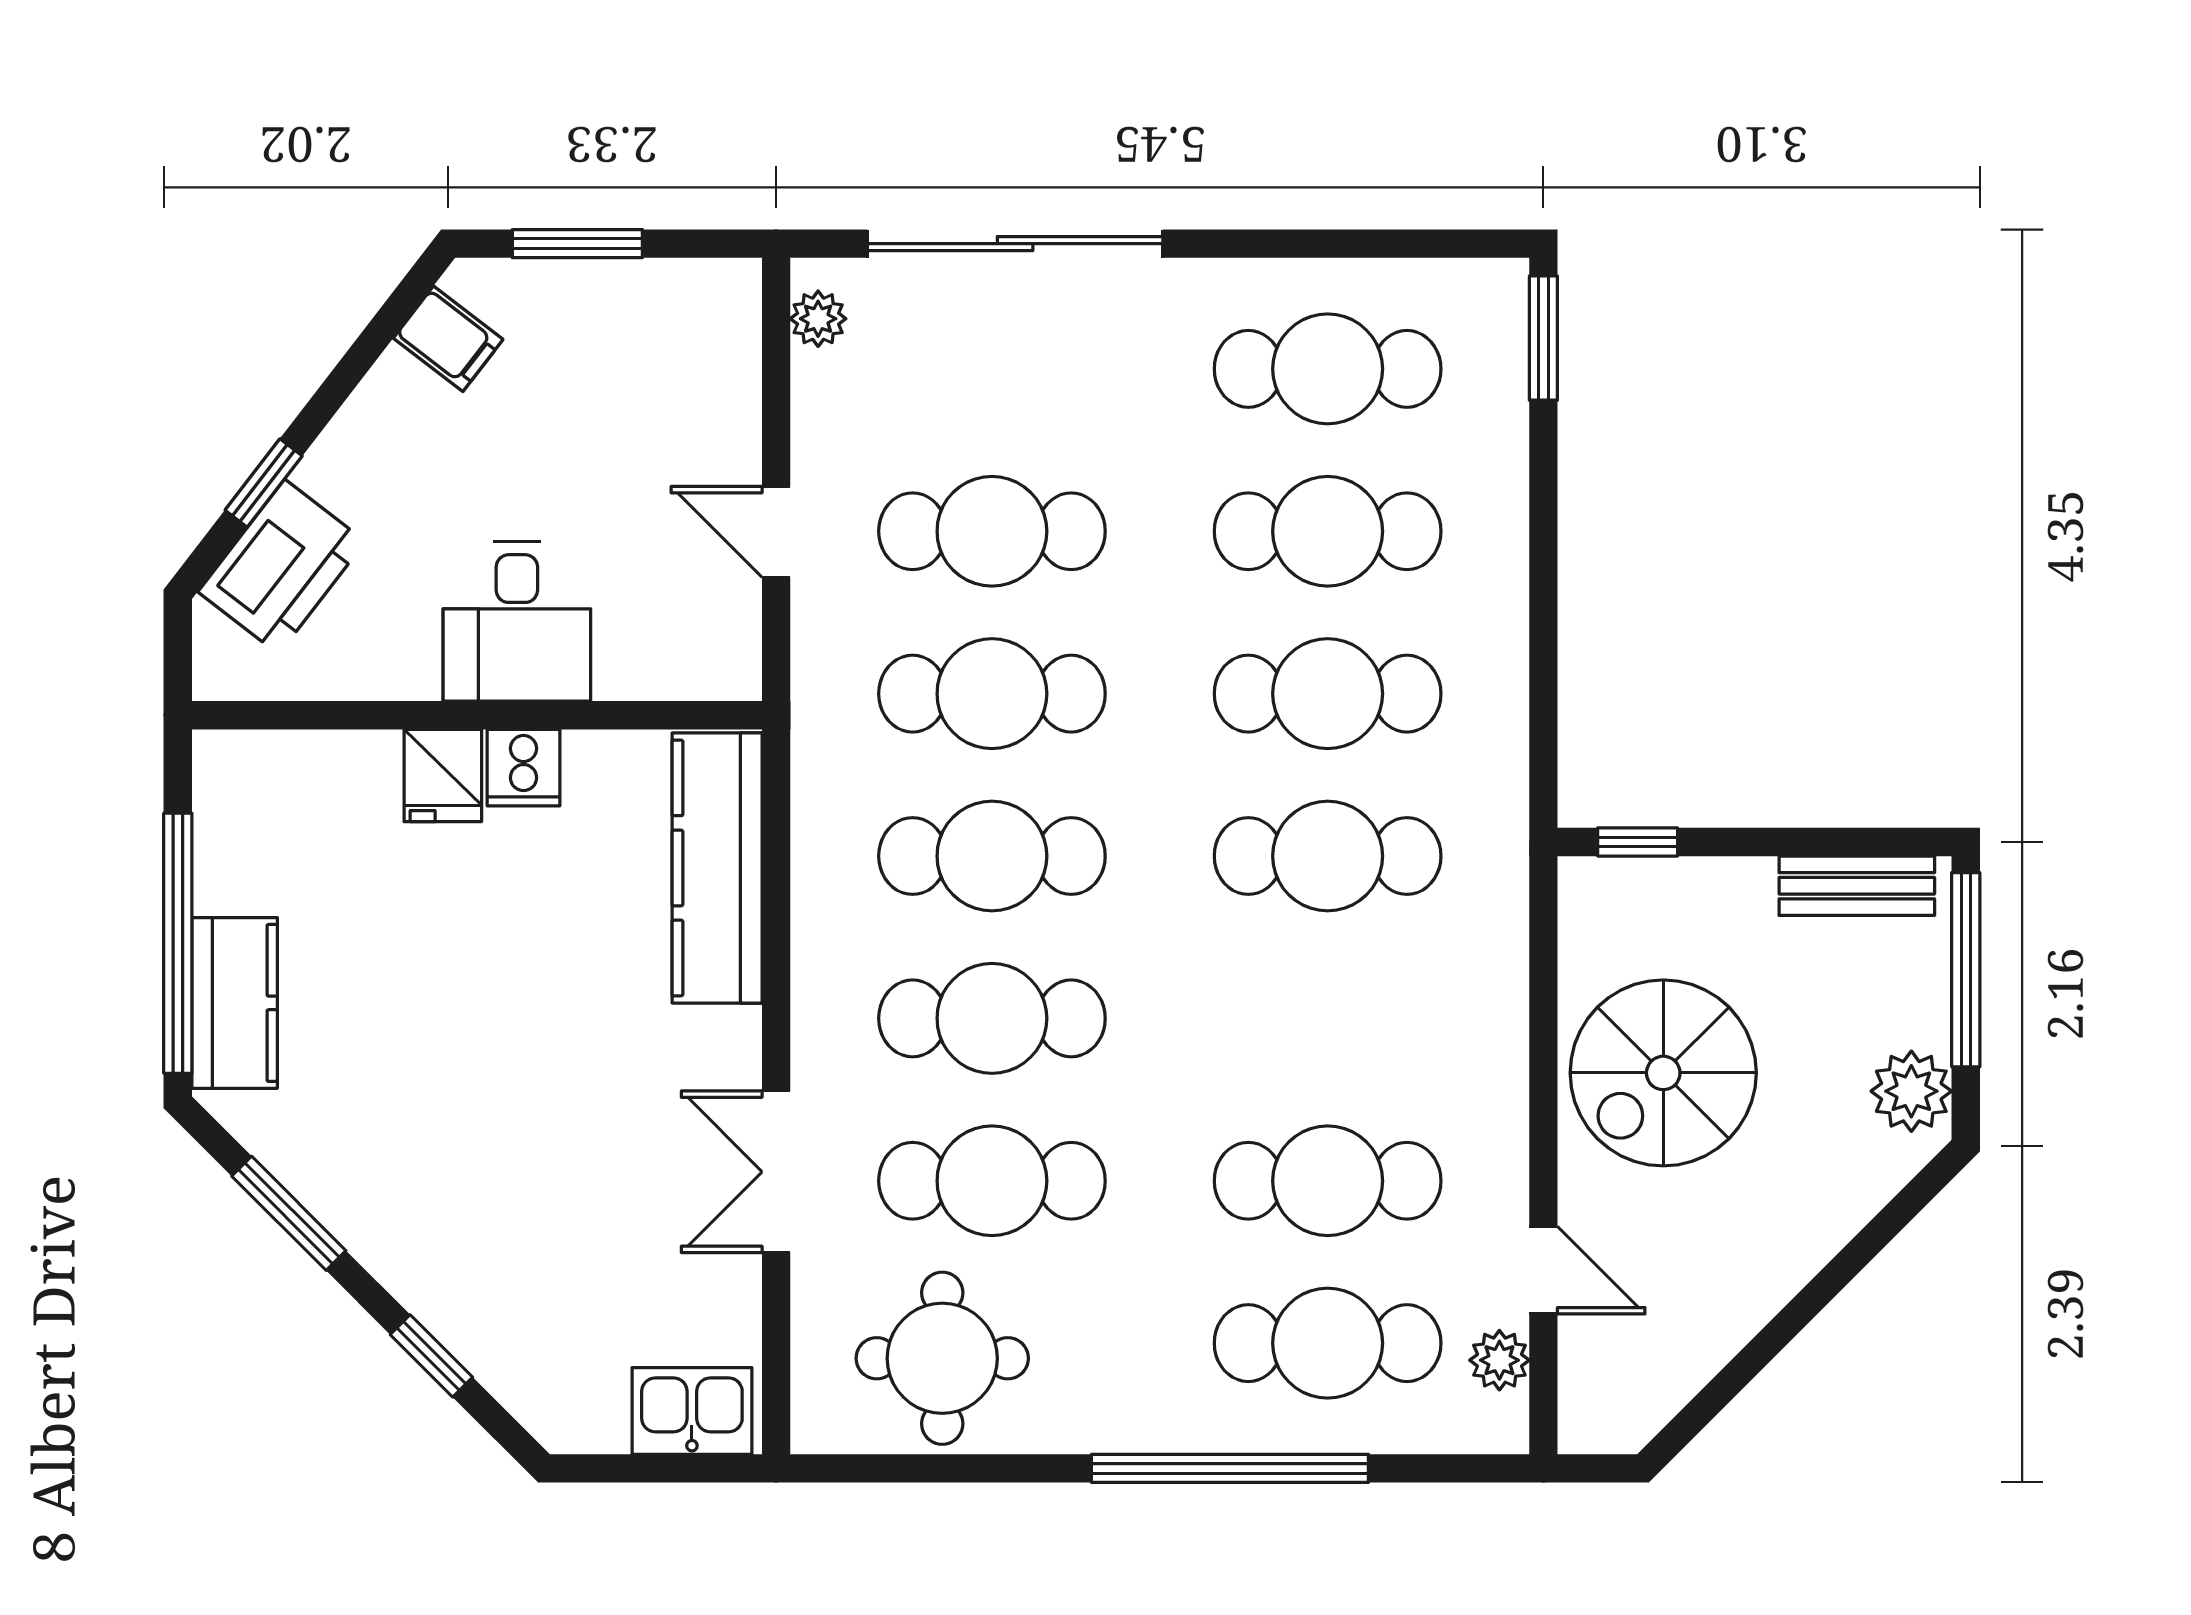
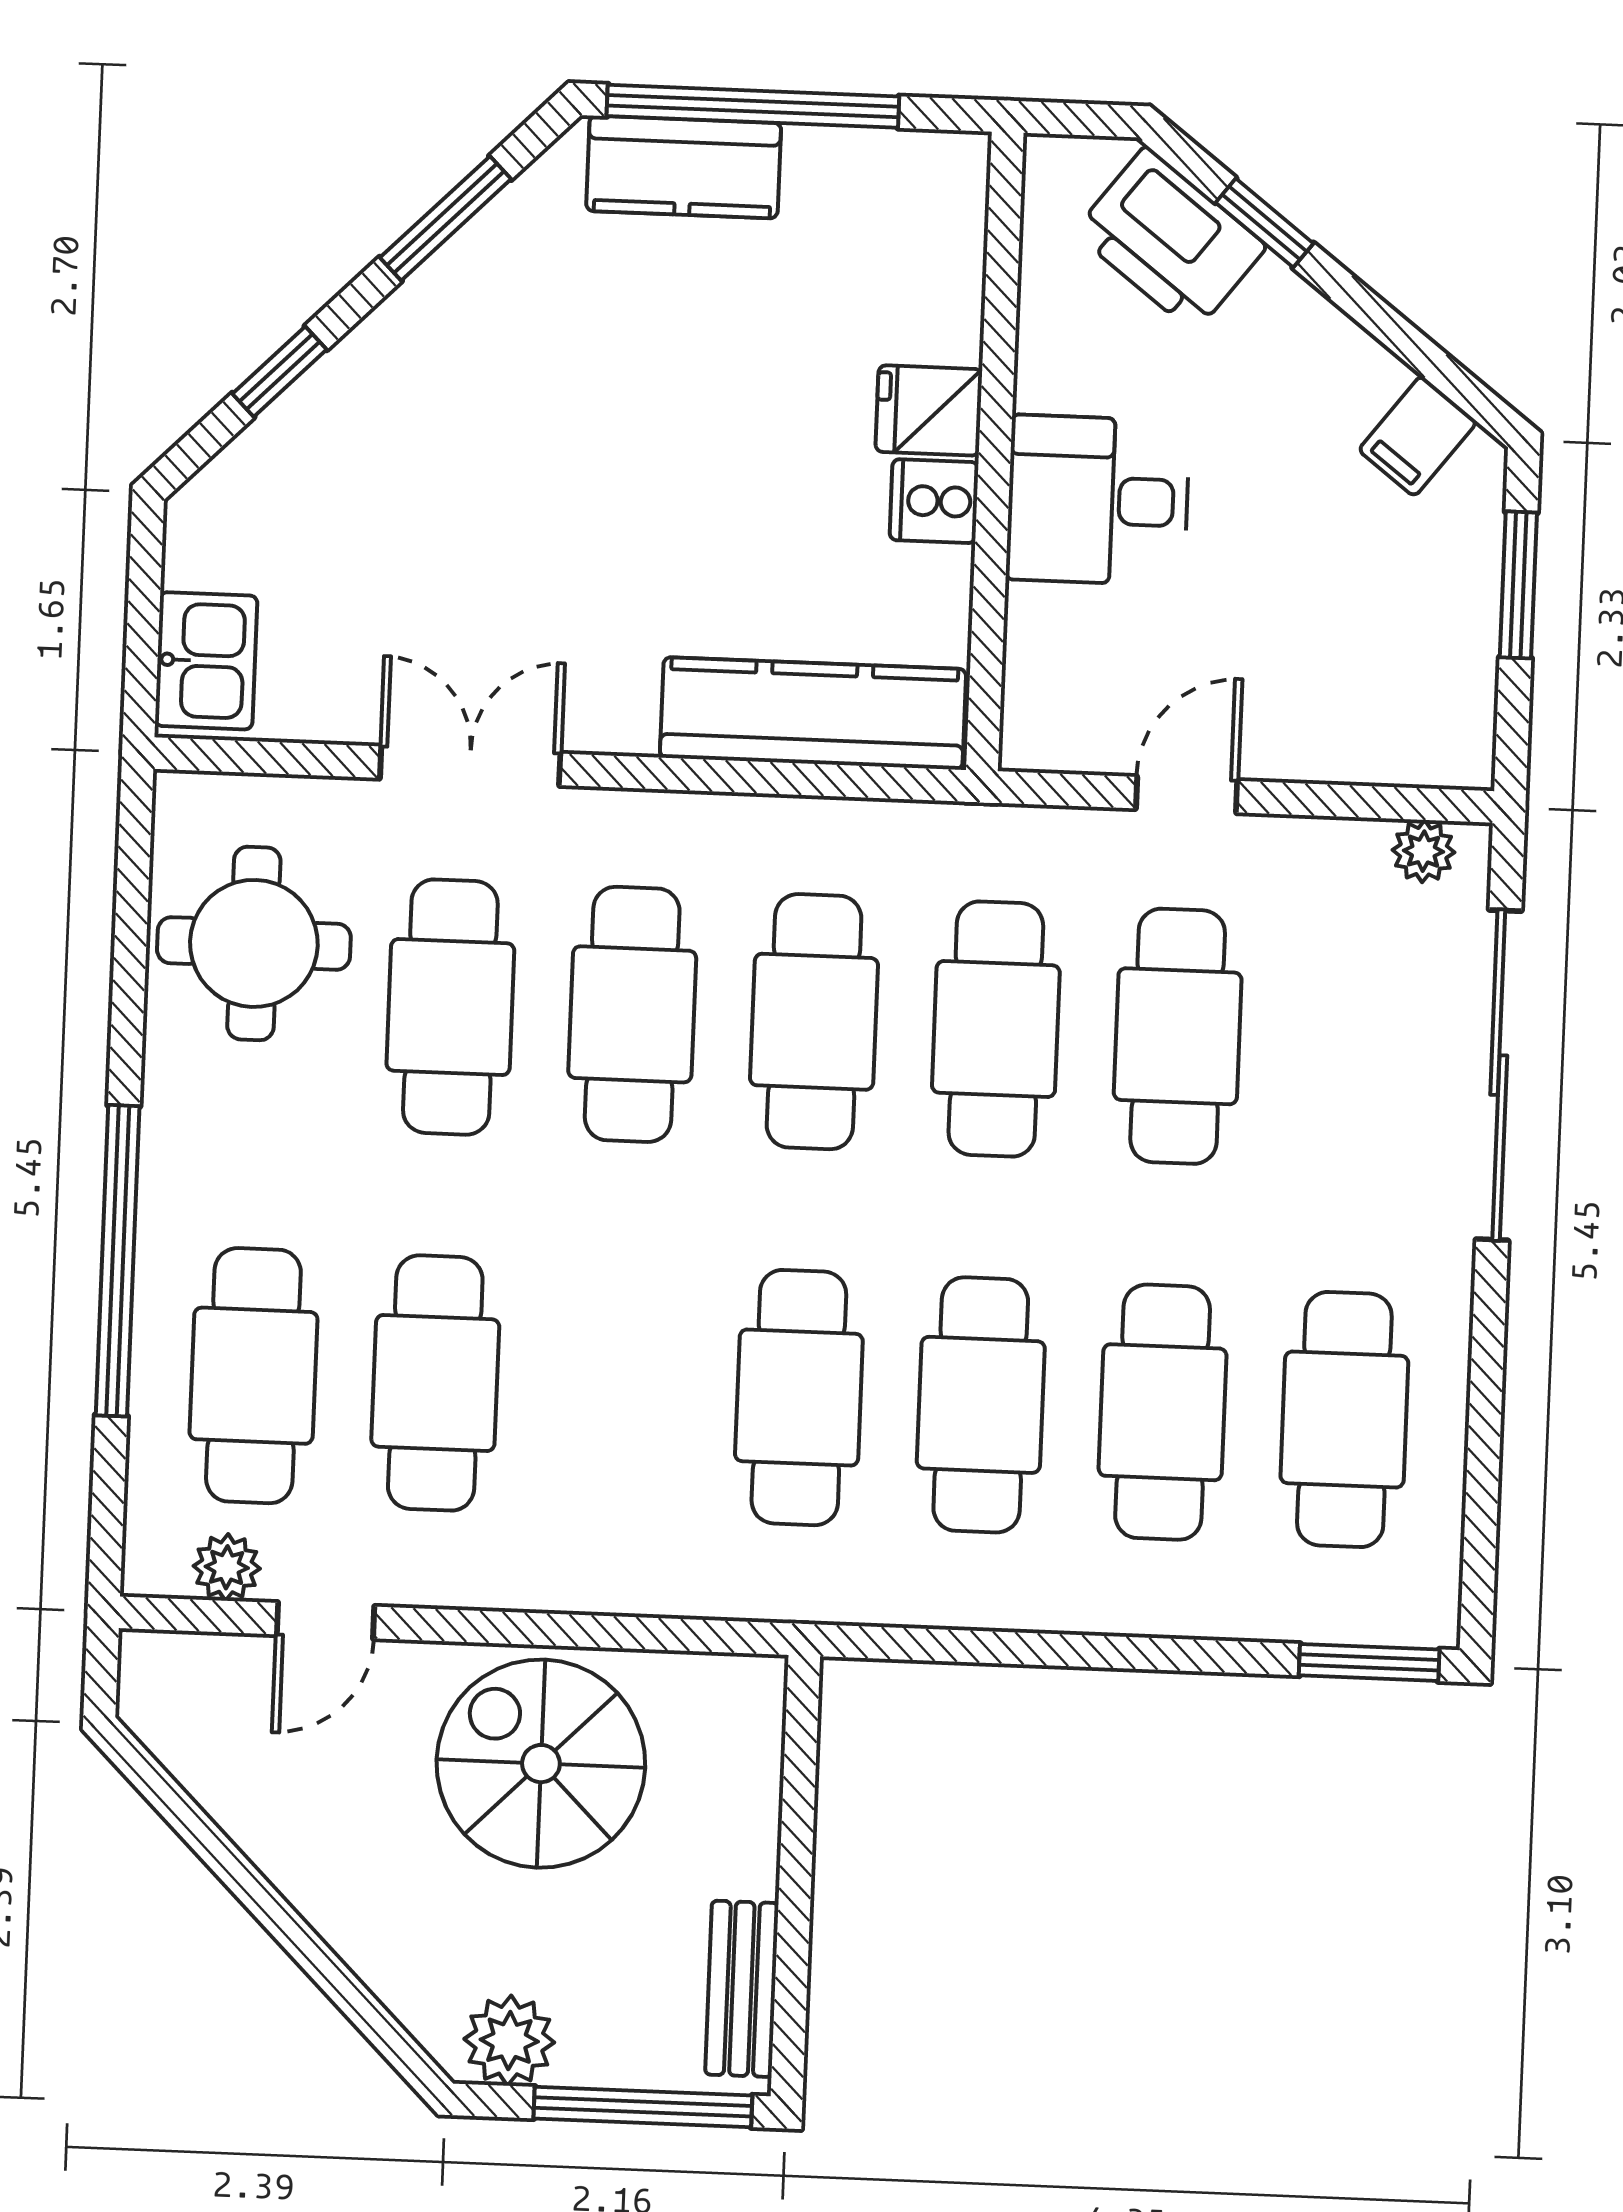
window: (1638, 842) -> (801, 1745), removed

